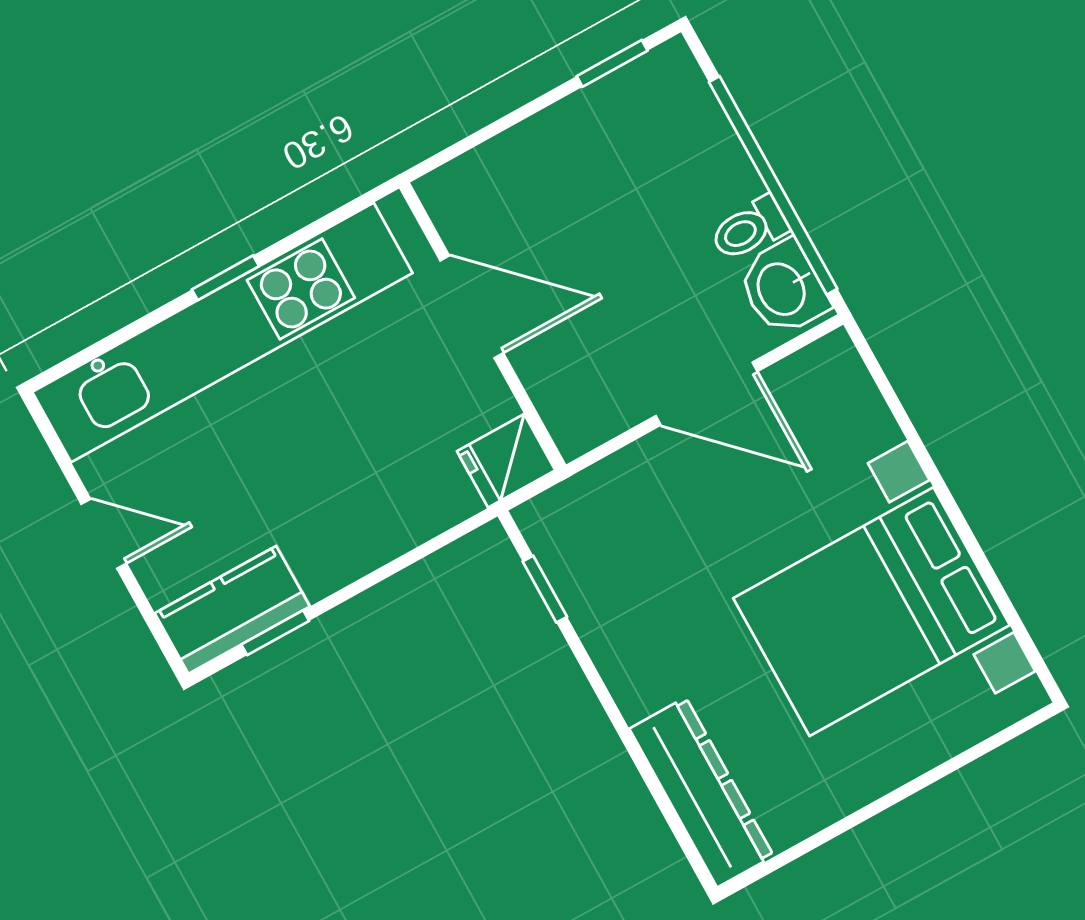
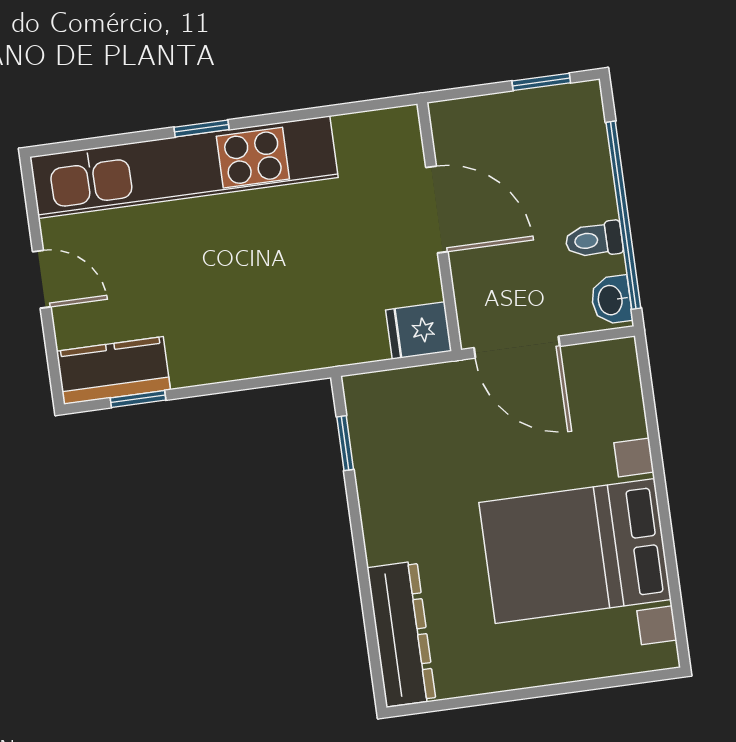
washbasin: (783, 288) -> (611, 300), width x0.72, depth x0.69
door: (472, 307) -> (437, 209), moved
wall: (483, 326) -> (439, 227), moved
fridge: (506, 461) -> (419, 331), moved

